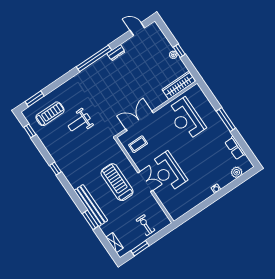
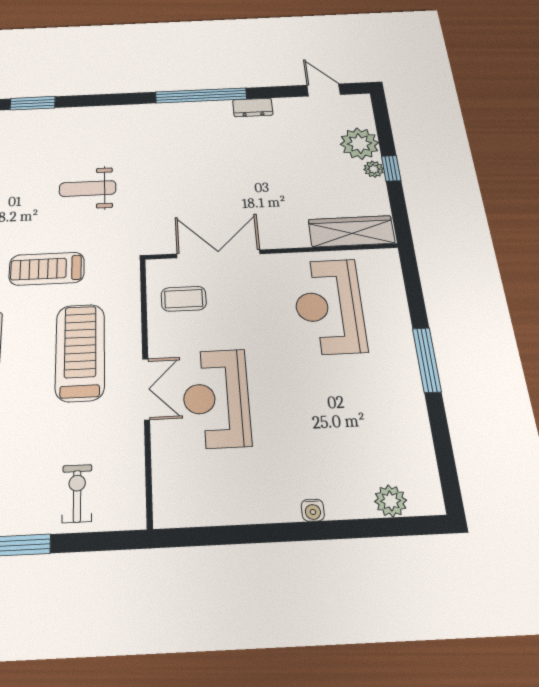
plant: (163, 46) -> (359, 144), added
treadmill: (50, 114) -> (47, 269), moved, turned 180
row of seats: (235, 148) -> (417, 438), removed

